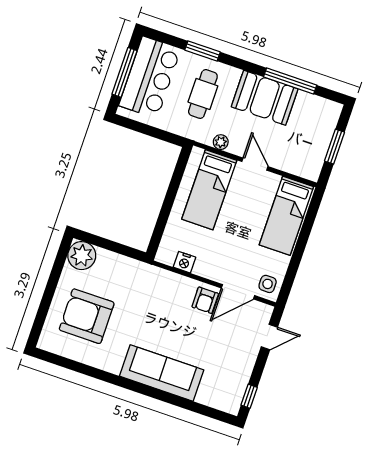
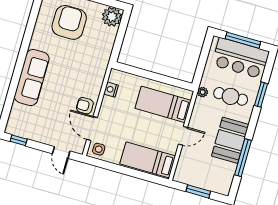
plant: (221, 142) -> (203, 92), moved

